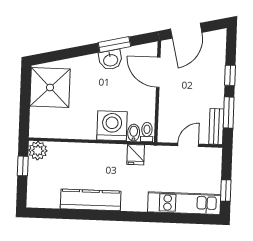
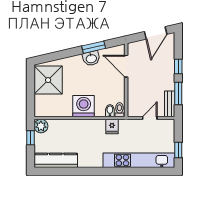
door: (186, 31) -> (156, 33), moved
washing machine: (112, 126) -> (84, 106), moved
kitchen counter: (91, 200) -> (56, 160), moved
kitchen unit: (184, 203) -> (139, 160), width x1.36

